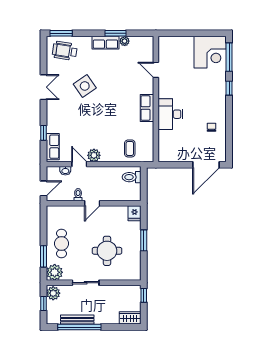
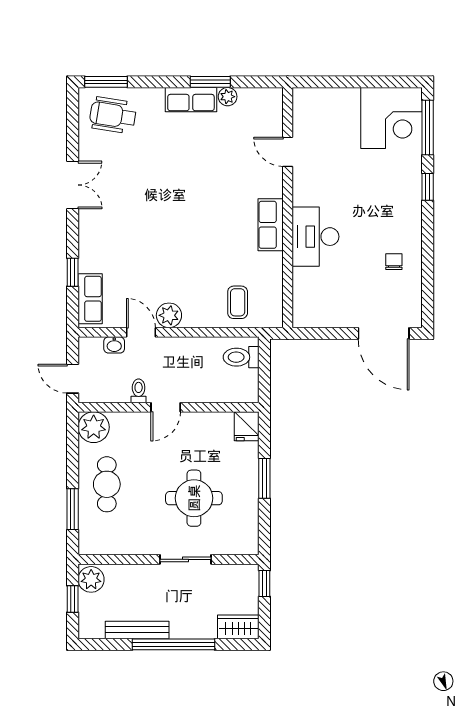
side table: (85, 86) -> (151, 183), removed
door: (206, 165) -> (384, 333), hinge flipped
door: (44, 188) -> (73, 379), swing flipped
plant: (55, 272) -> (94, 427), moved
sliding door: (86, 283) -> (185, 559), moved
window: (79, 327) -> (173, 644), moved

